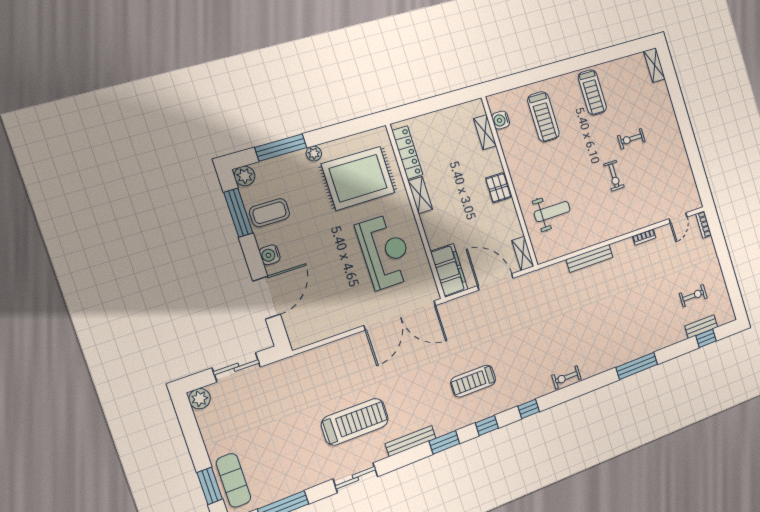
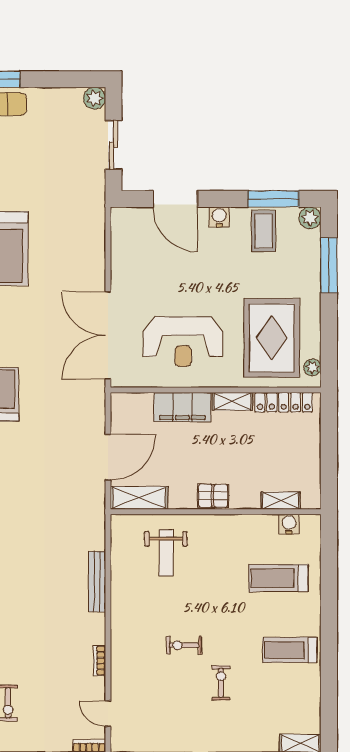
plant: (314, 154) -> (312, 367), moved
shelving: (523, 253) -> (139, 498), width x1.50, depth x1.33
filing cabinet: (449, 270) -> (182, 407), moved

